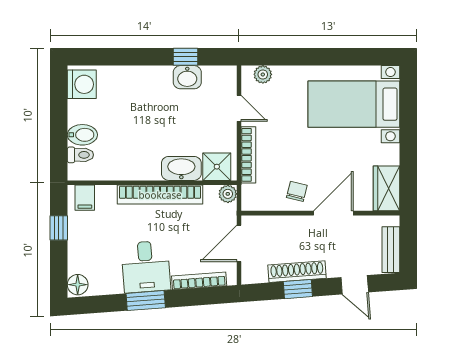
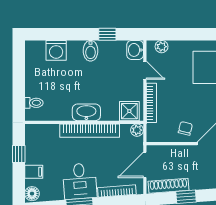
washbasin: (187, 77) -> (135, 50), moved, turned 90
washing machine: (82, 84) -> (56, 50), moved, turned 90
bidet: (82, 135) -> (91, 51), moved, turned 90
washbasin: (181, 168) -> (86, 112), moved
filing cabinet: (85, 198) -> (34, 172), moved, turned -90
shoe rack: (297, 272) -> (169, 186), moved

